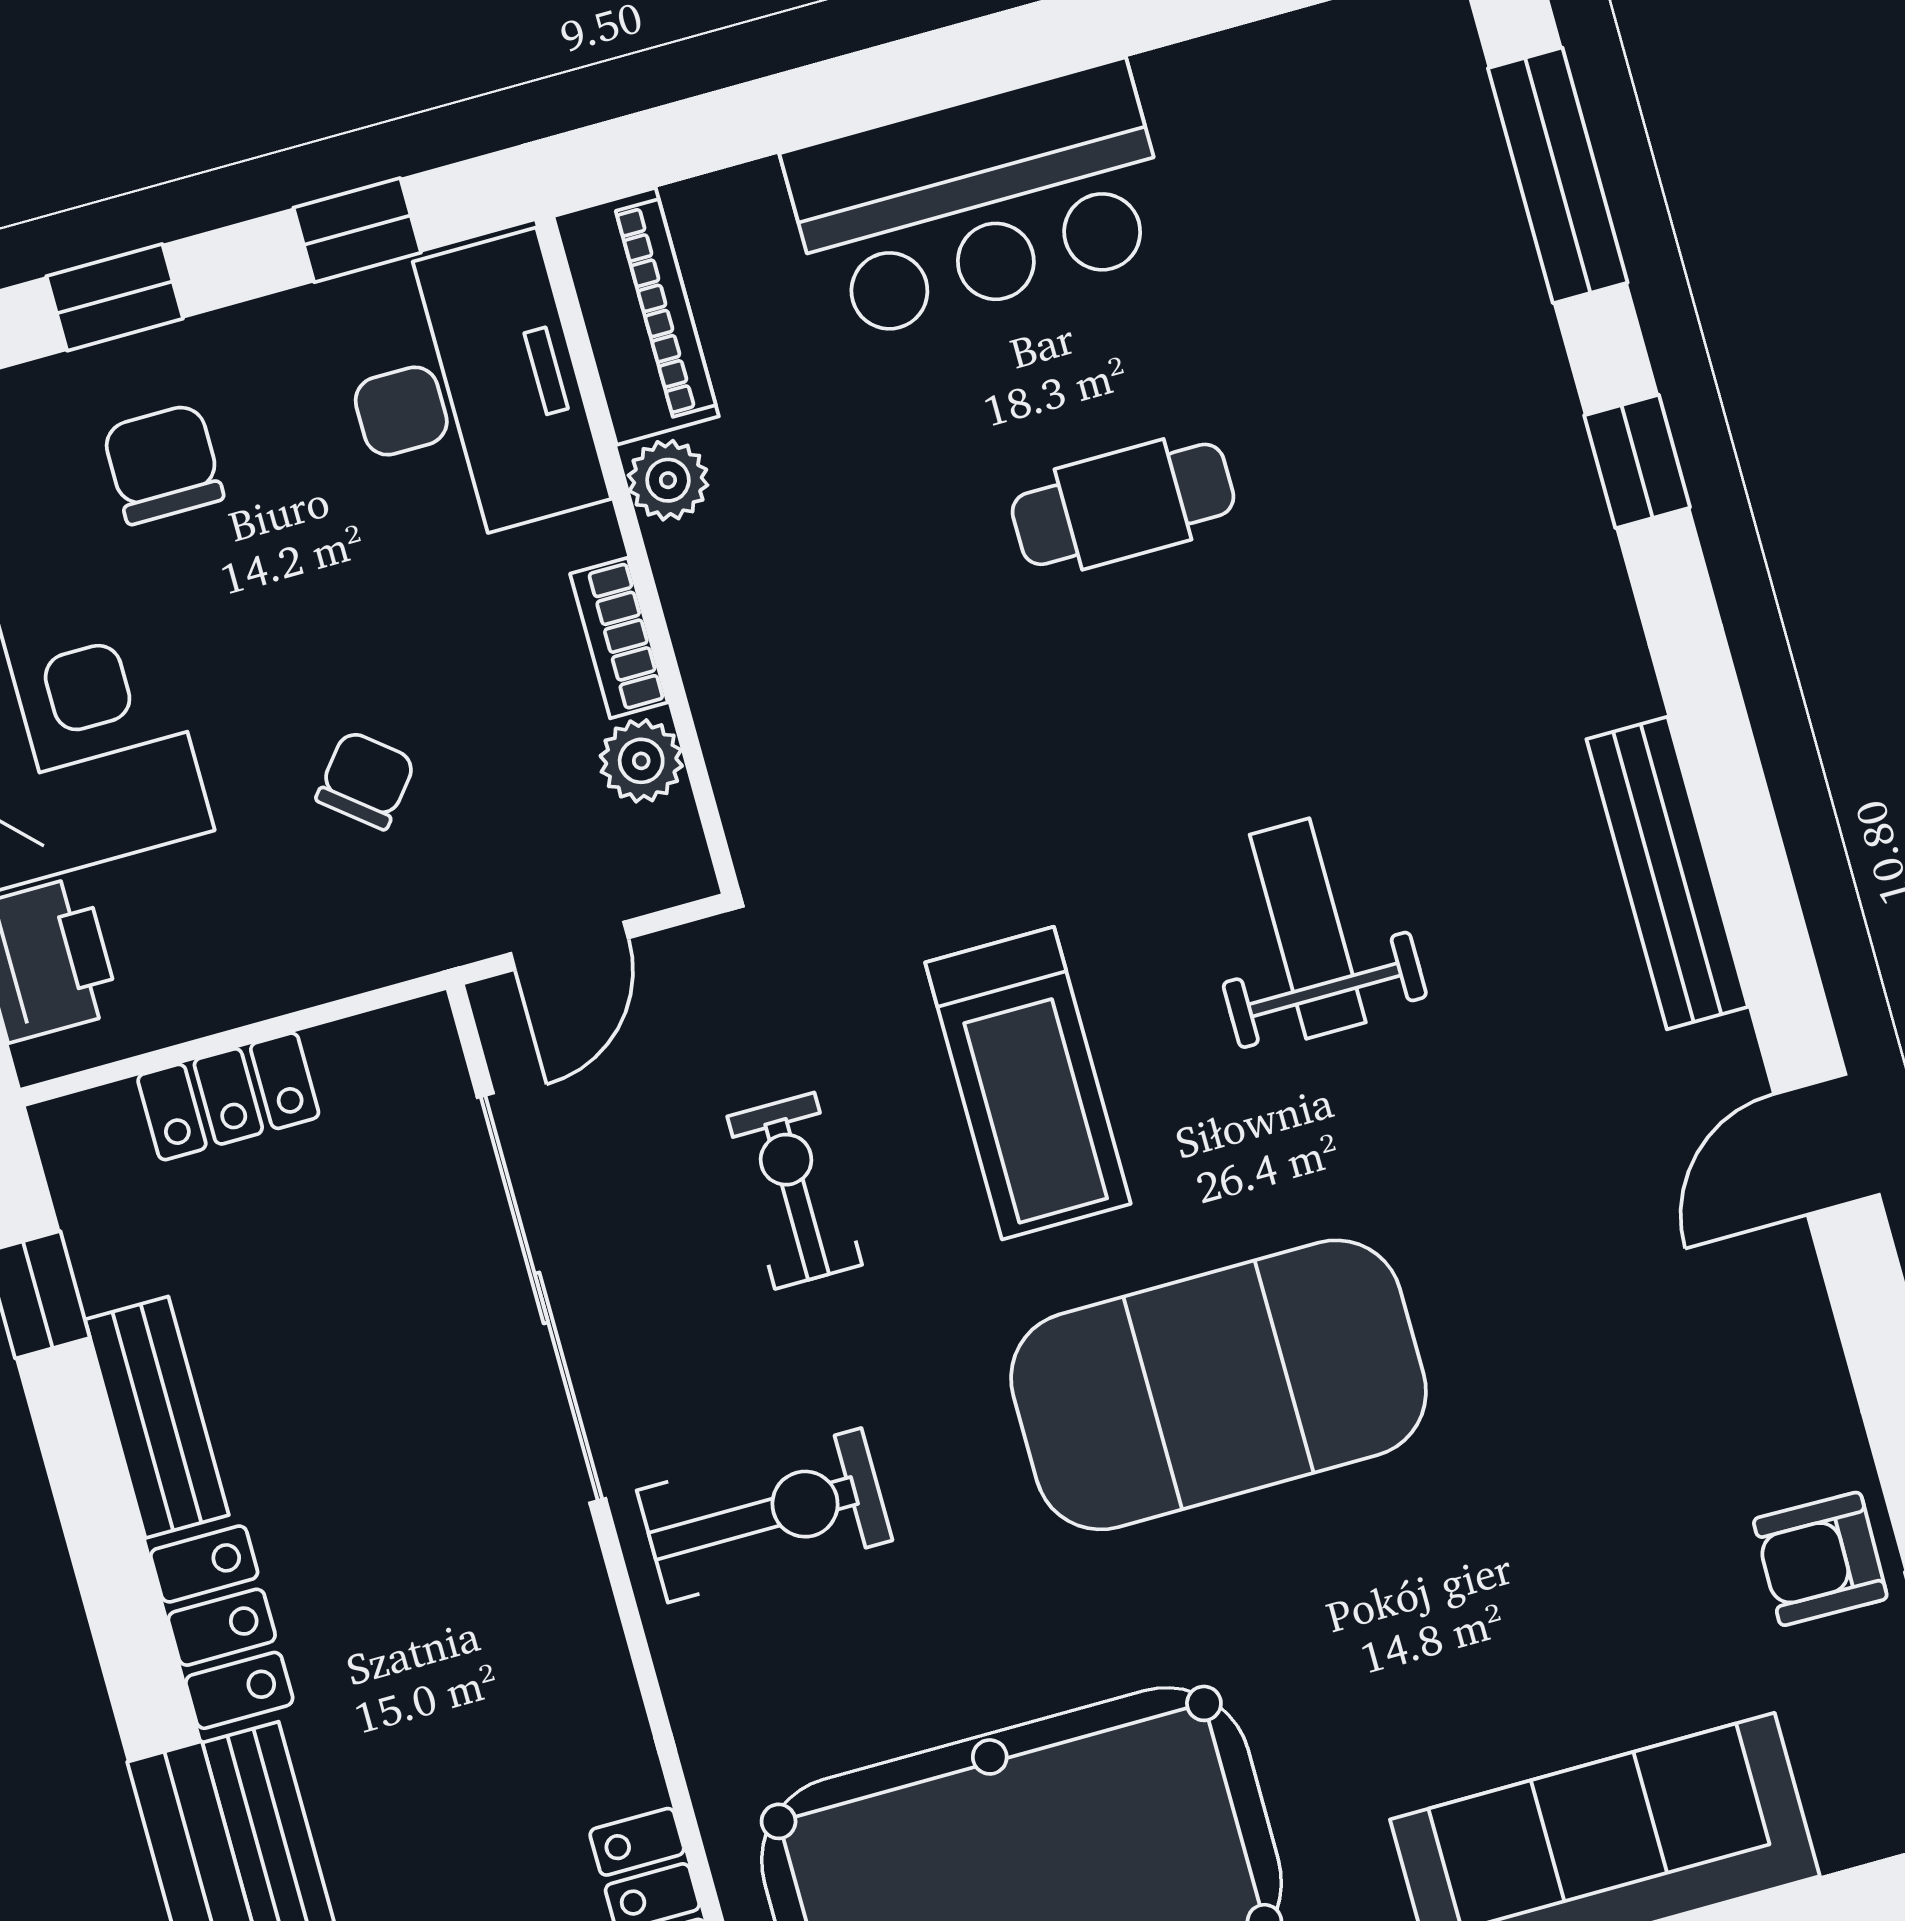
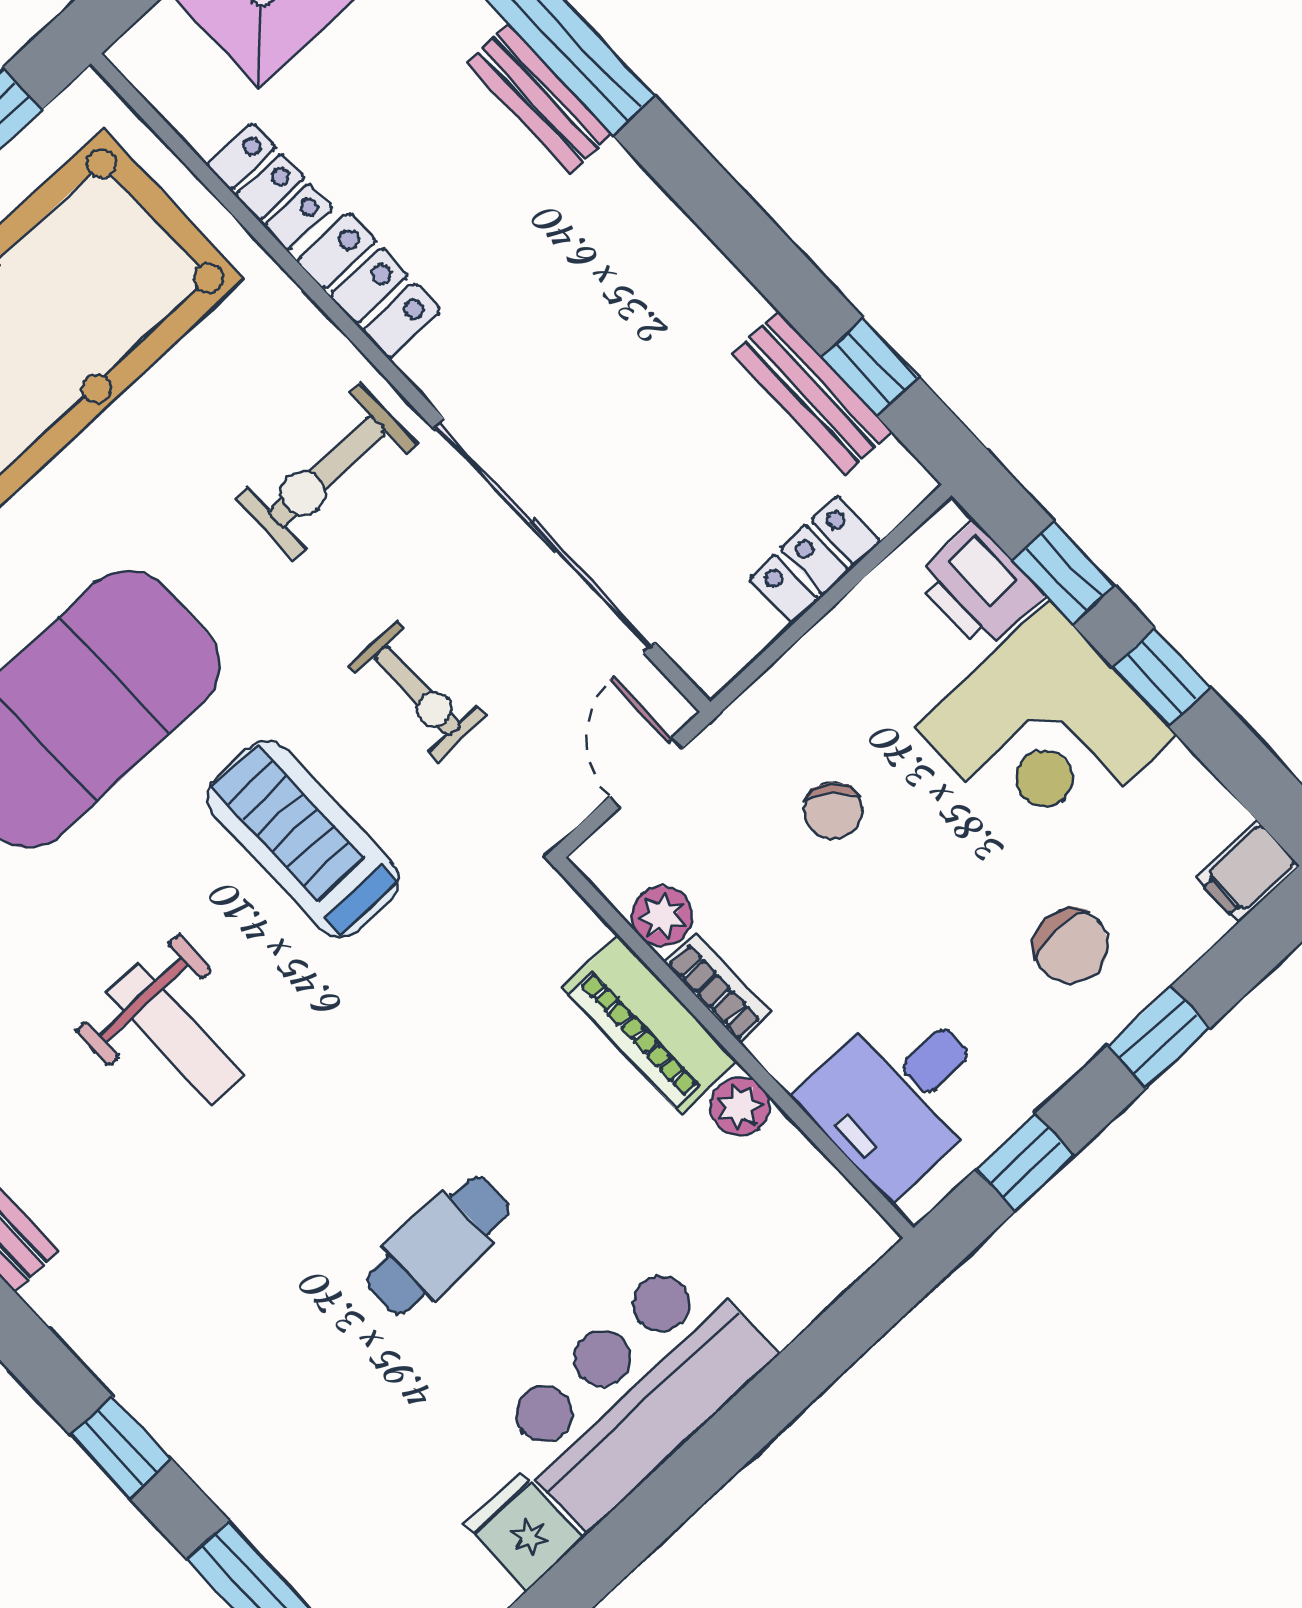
fridge: (1201, 101) -> (524, 1531), added
piano: (636, 316) -> (650, 1025), moved
desk: (467, 393) -> (899, 1095), width x0.73
bench: (157, 1417) -> (812, 392), moved
locker: (222, 1627) -> (369, 286), moved, turned 180

